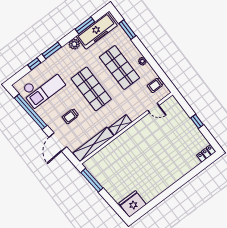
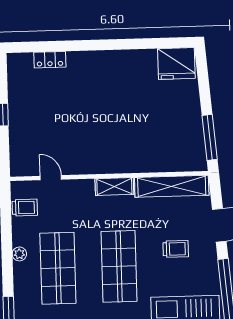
locker: (206, 153) -> (50, 60), moved

